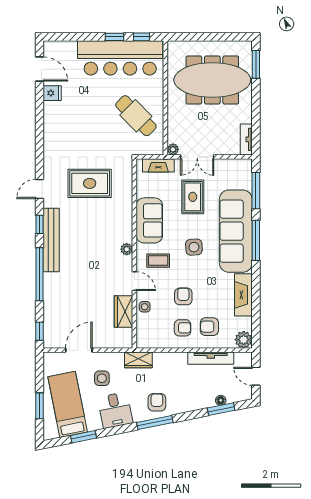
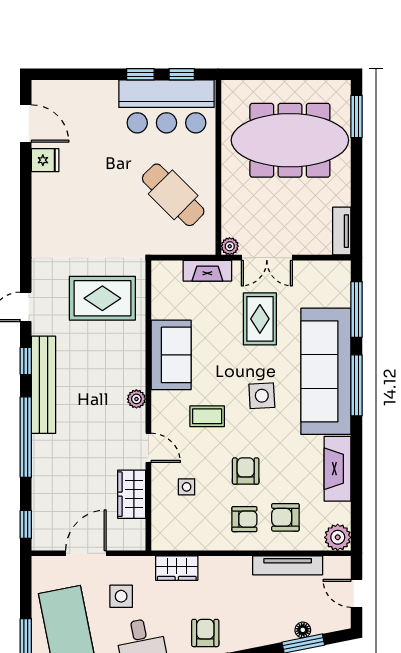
bar counter: (120, 58) -> (166, 106), width x0.73
sofa: (149, 220) -> (171, 355), moved
plant: (127, 249) -> (136, 399), moved
wall: (134, 253) -> (148, 405), moved
door: (134, 281) -> (148, 448), moved
wardrobe: (124, 312) -> (132, 494), moved

